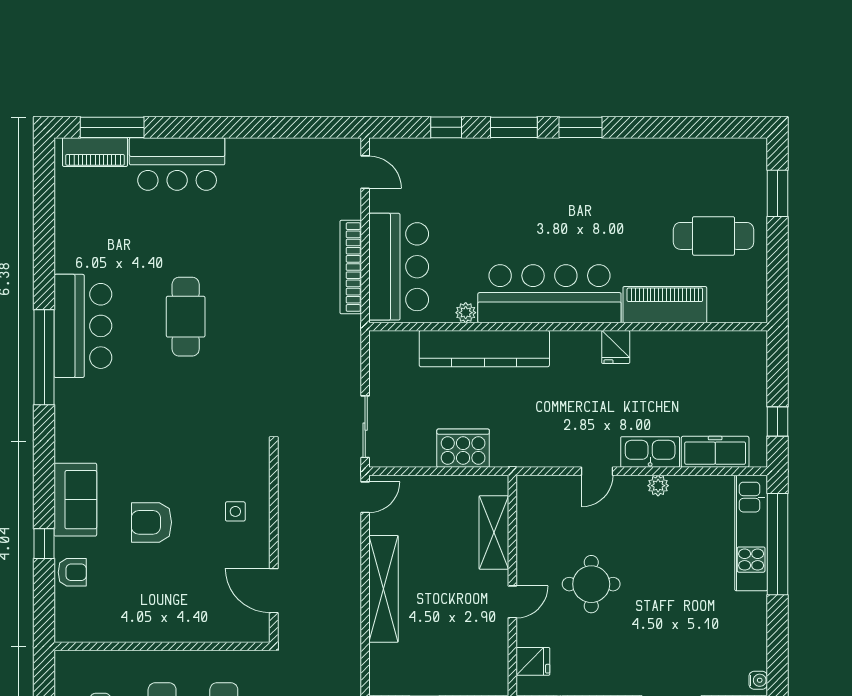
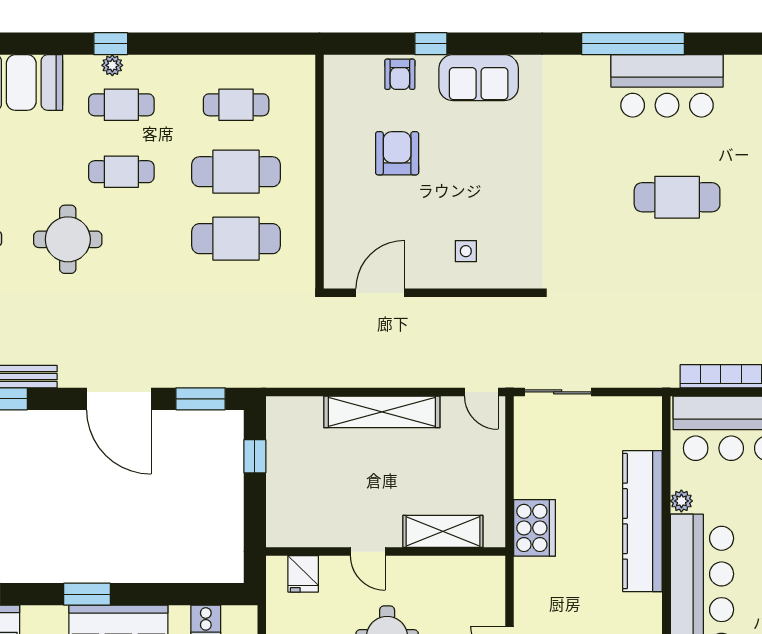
cooker: (463, 448) -> (534, 528), moved
armchair: (152, 522) -> (397, 153), moved

